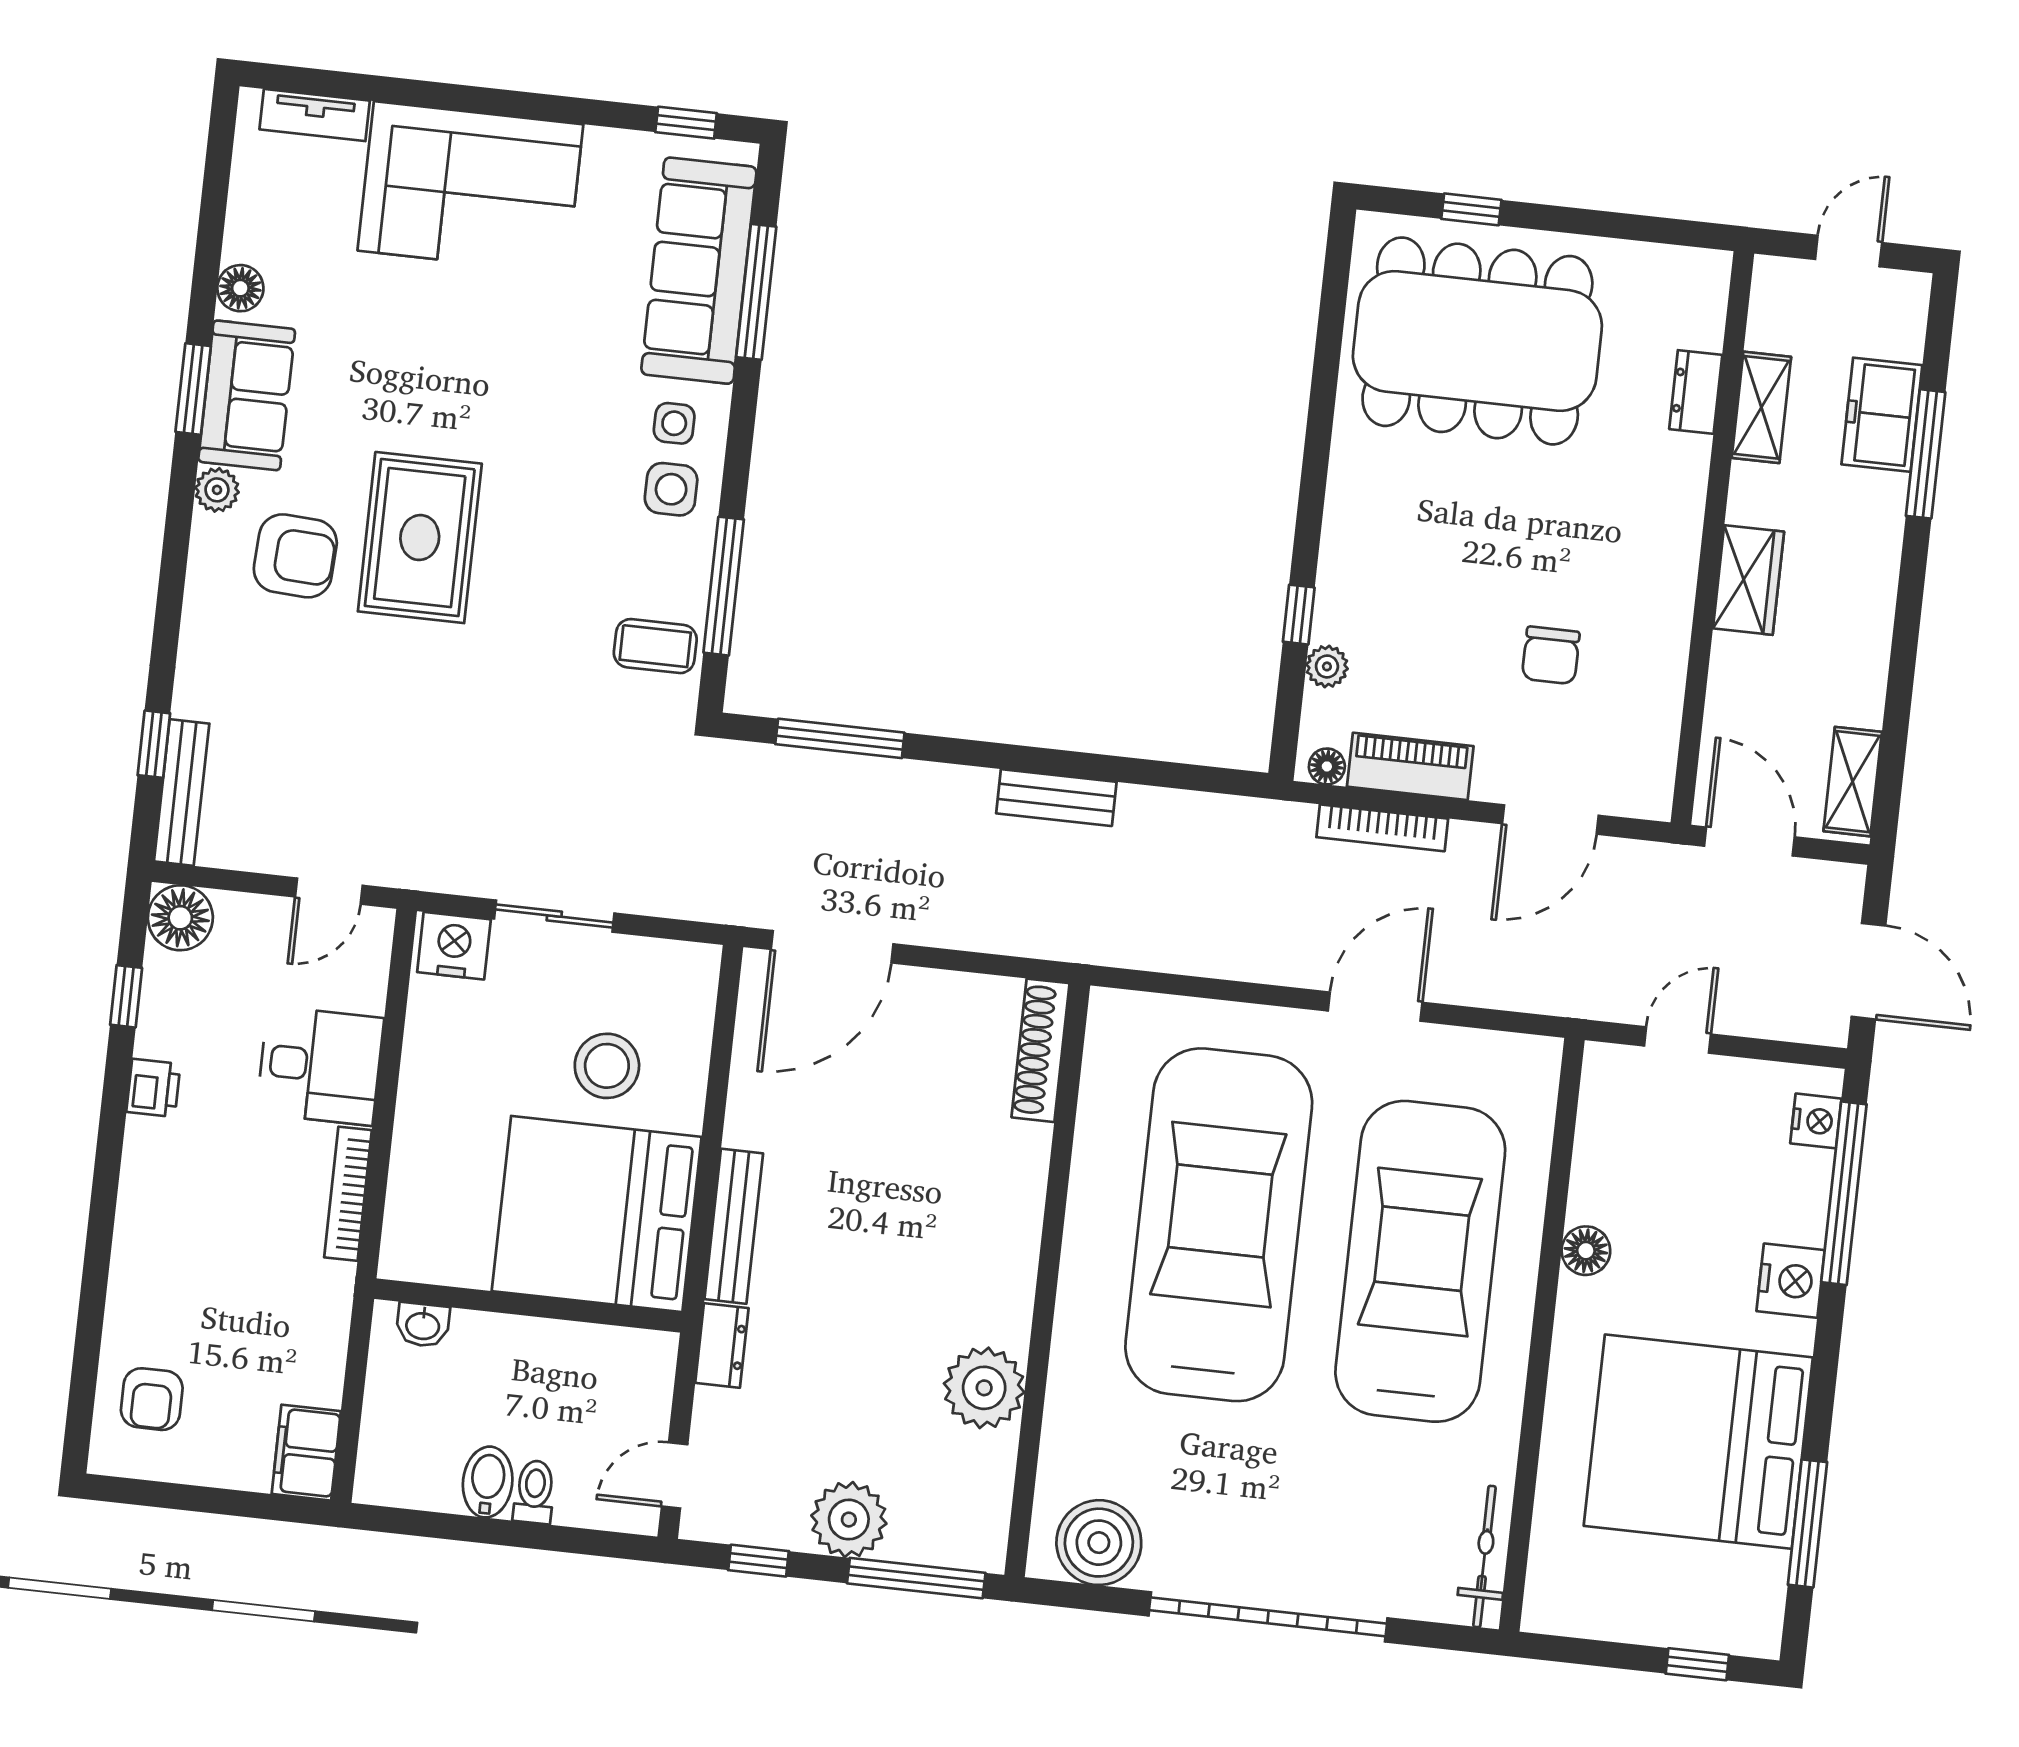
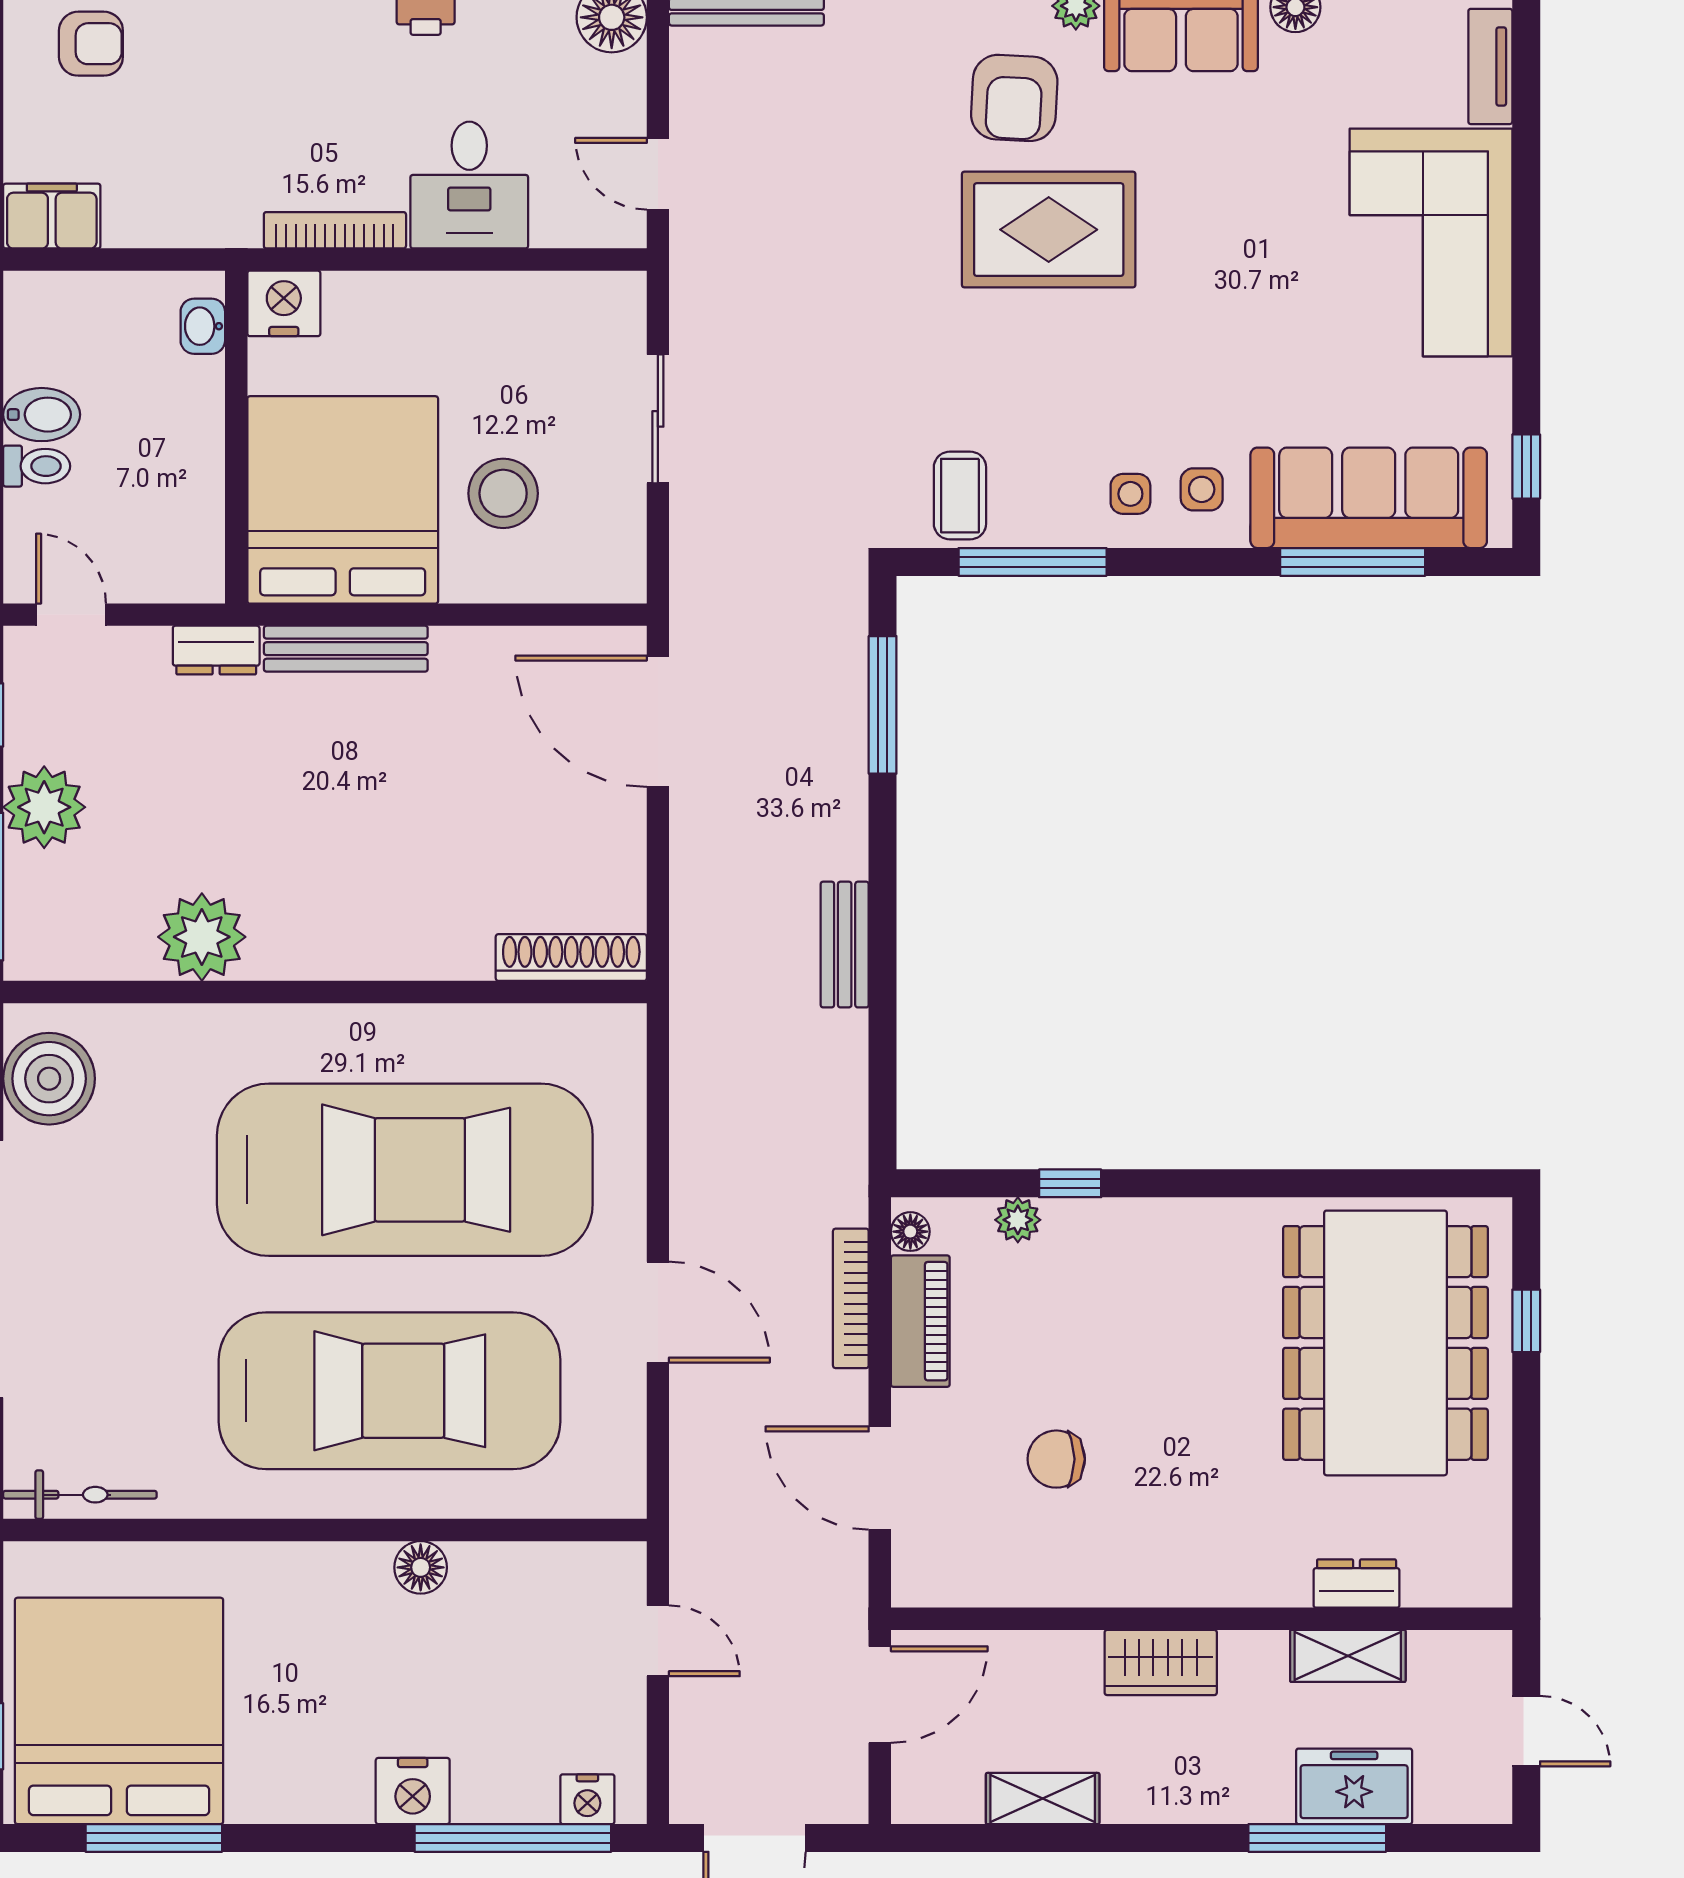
side table: (671, 489) -> (1130, 494), width x0.73, depth x0.73
shelving: (1853, 782) -> (1043, 1799), moved
nightstand: (454, 946) -> (284, 303), moved, turned -90
armchair: (152, 1399) -> (91, 44), turned 180
bed: (1698, 1442) -> (119, 1711), moved

